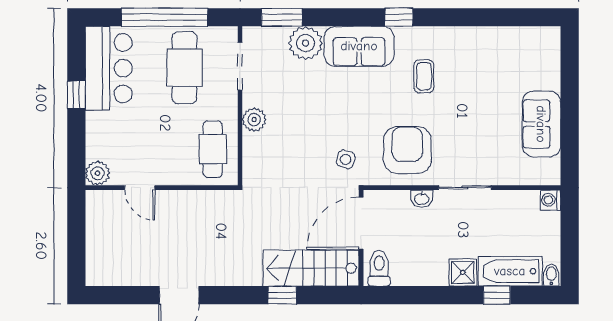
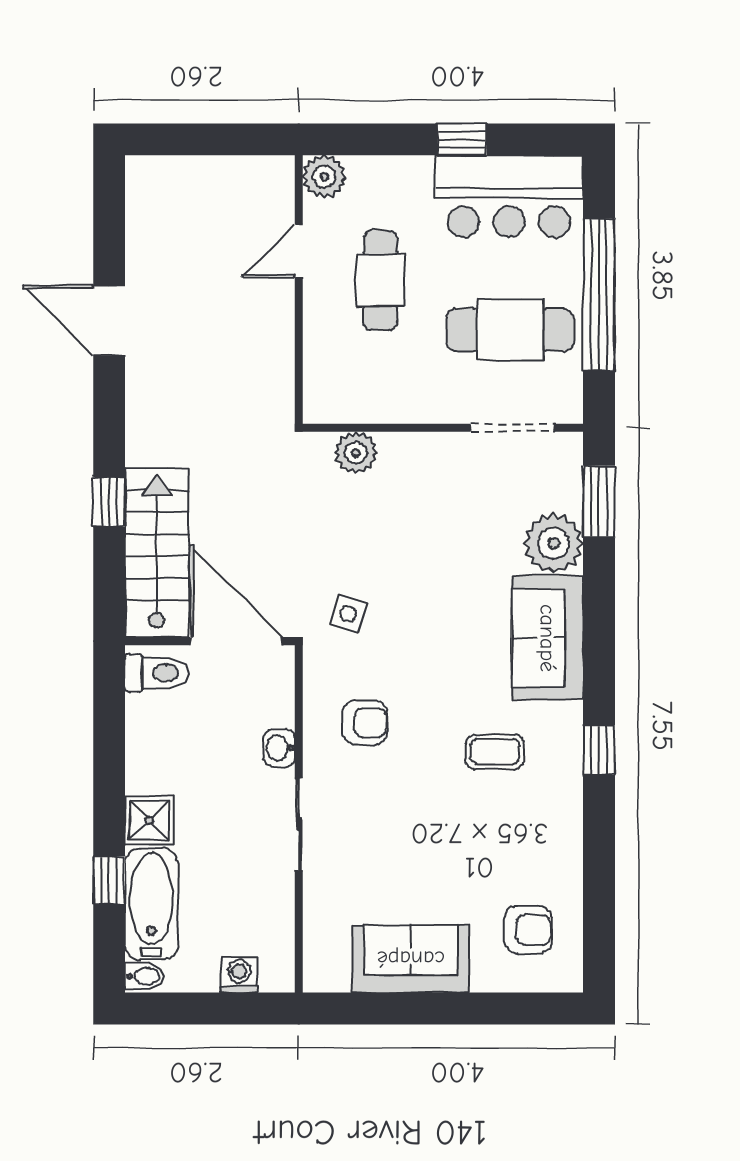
window: (399, 17) -> (599, 750), moved
armchair: (525, 58) -> (528, 930), added
plant: (254, 120) -> (356, 453), moved
cafe table: (213, 149) -> (380, 280), moved, turned 90
armchair: (407, 150) -> (365, 723), width x0.53, depth x0.53
washing machine: (550, 200) -> (239, 975), moved

